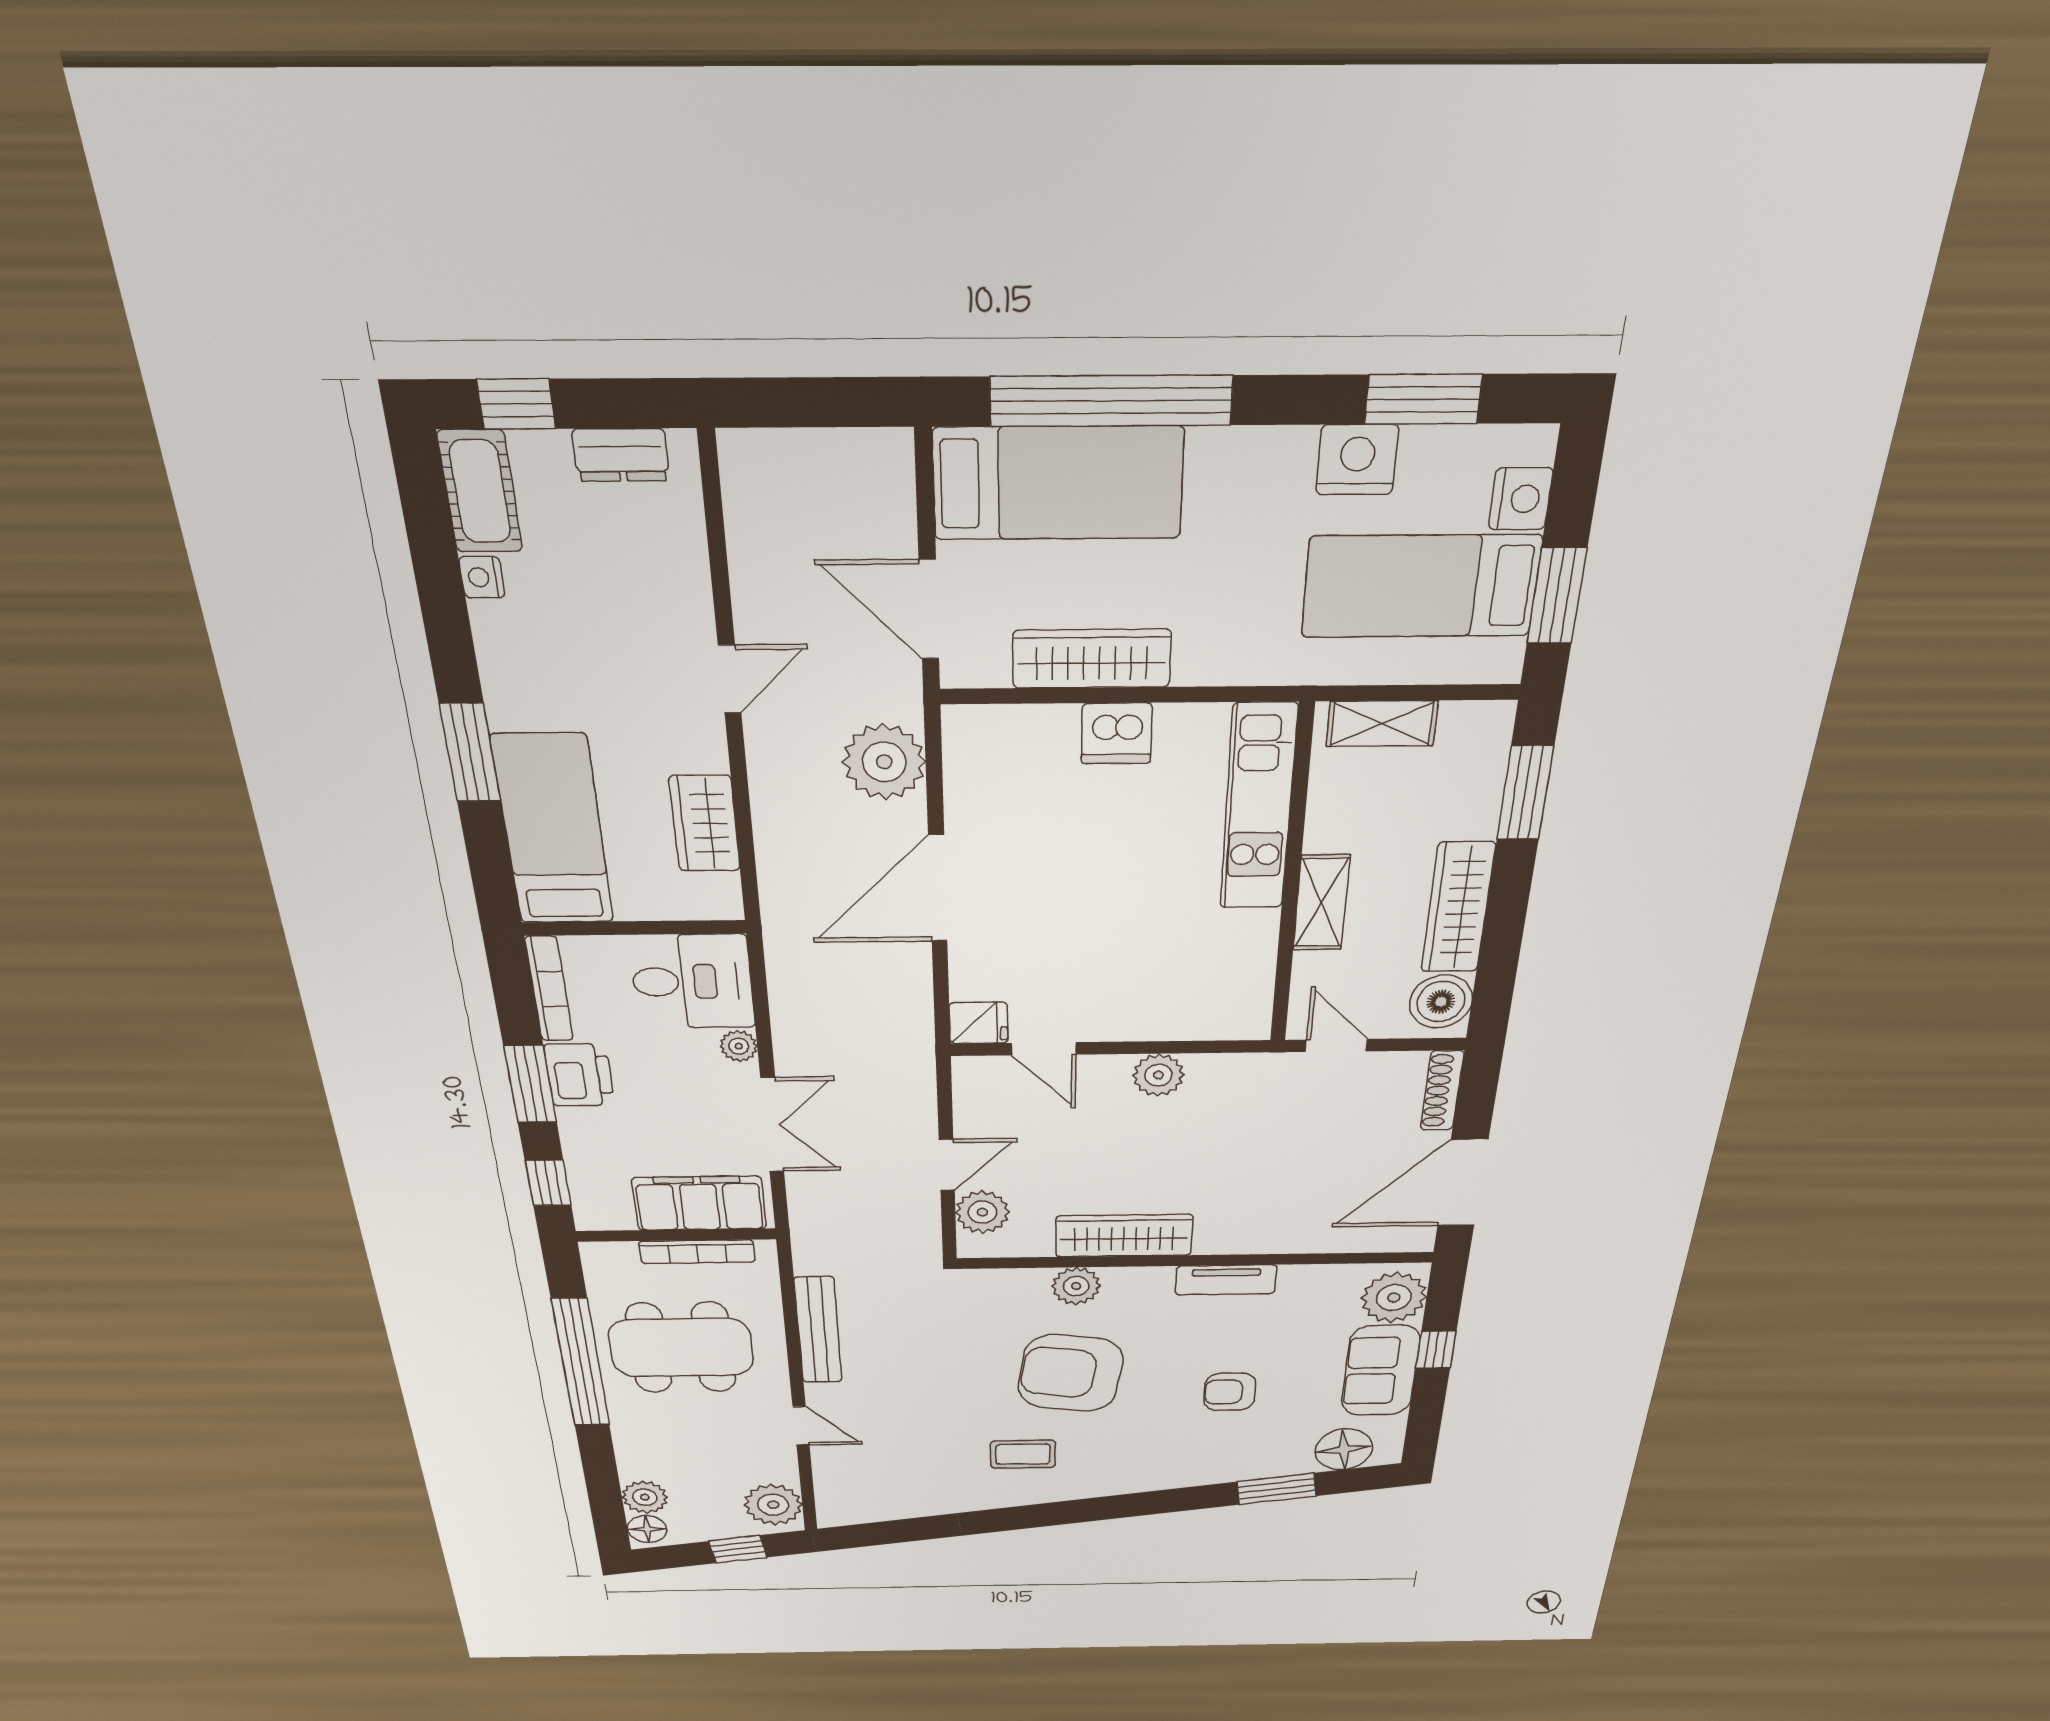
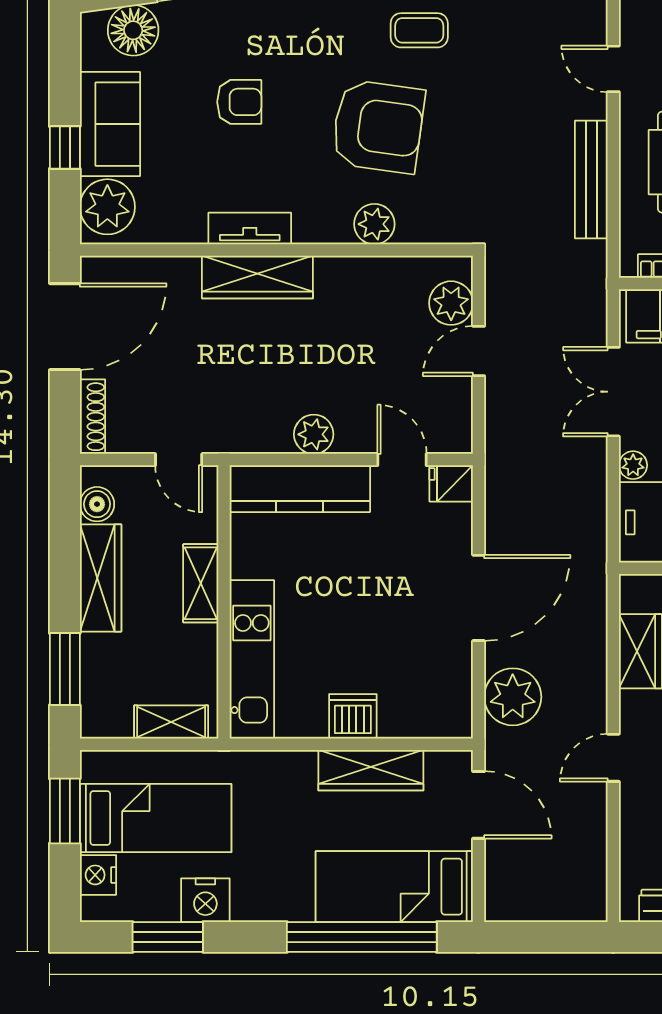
boiler: (1441, 1002) -> (97, 504), width x0.73, depth x0.73
kitchen counter: (1180, 1015) -> (300, 489), added
wardrobe: (1124, 1236) -> (257, 277), moved

